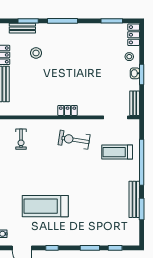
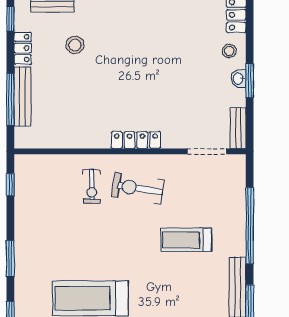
locker: (68, 110) -> (136, 140), width x1.53
exercise bike: (21, 139) -> (92, 186), moved
treadmill: (117, 152) -> (186, 240), moved

